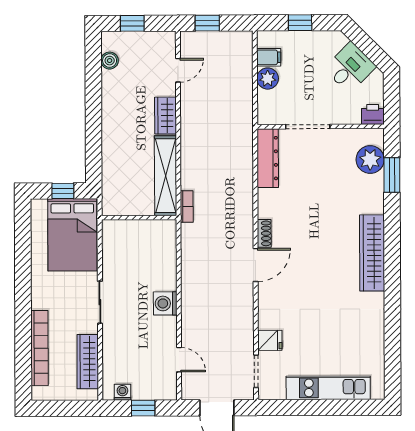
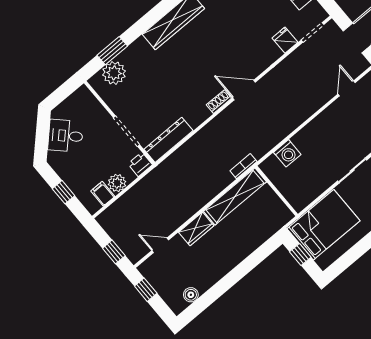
window: (132, 23) -> (146, 290), moved
printer: (373, 114) -> (140, 164), moved, turned 90
washing machine: (165, 303) -> (287, 153), moved

